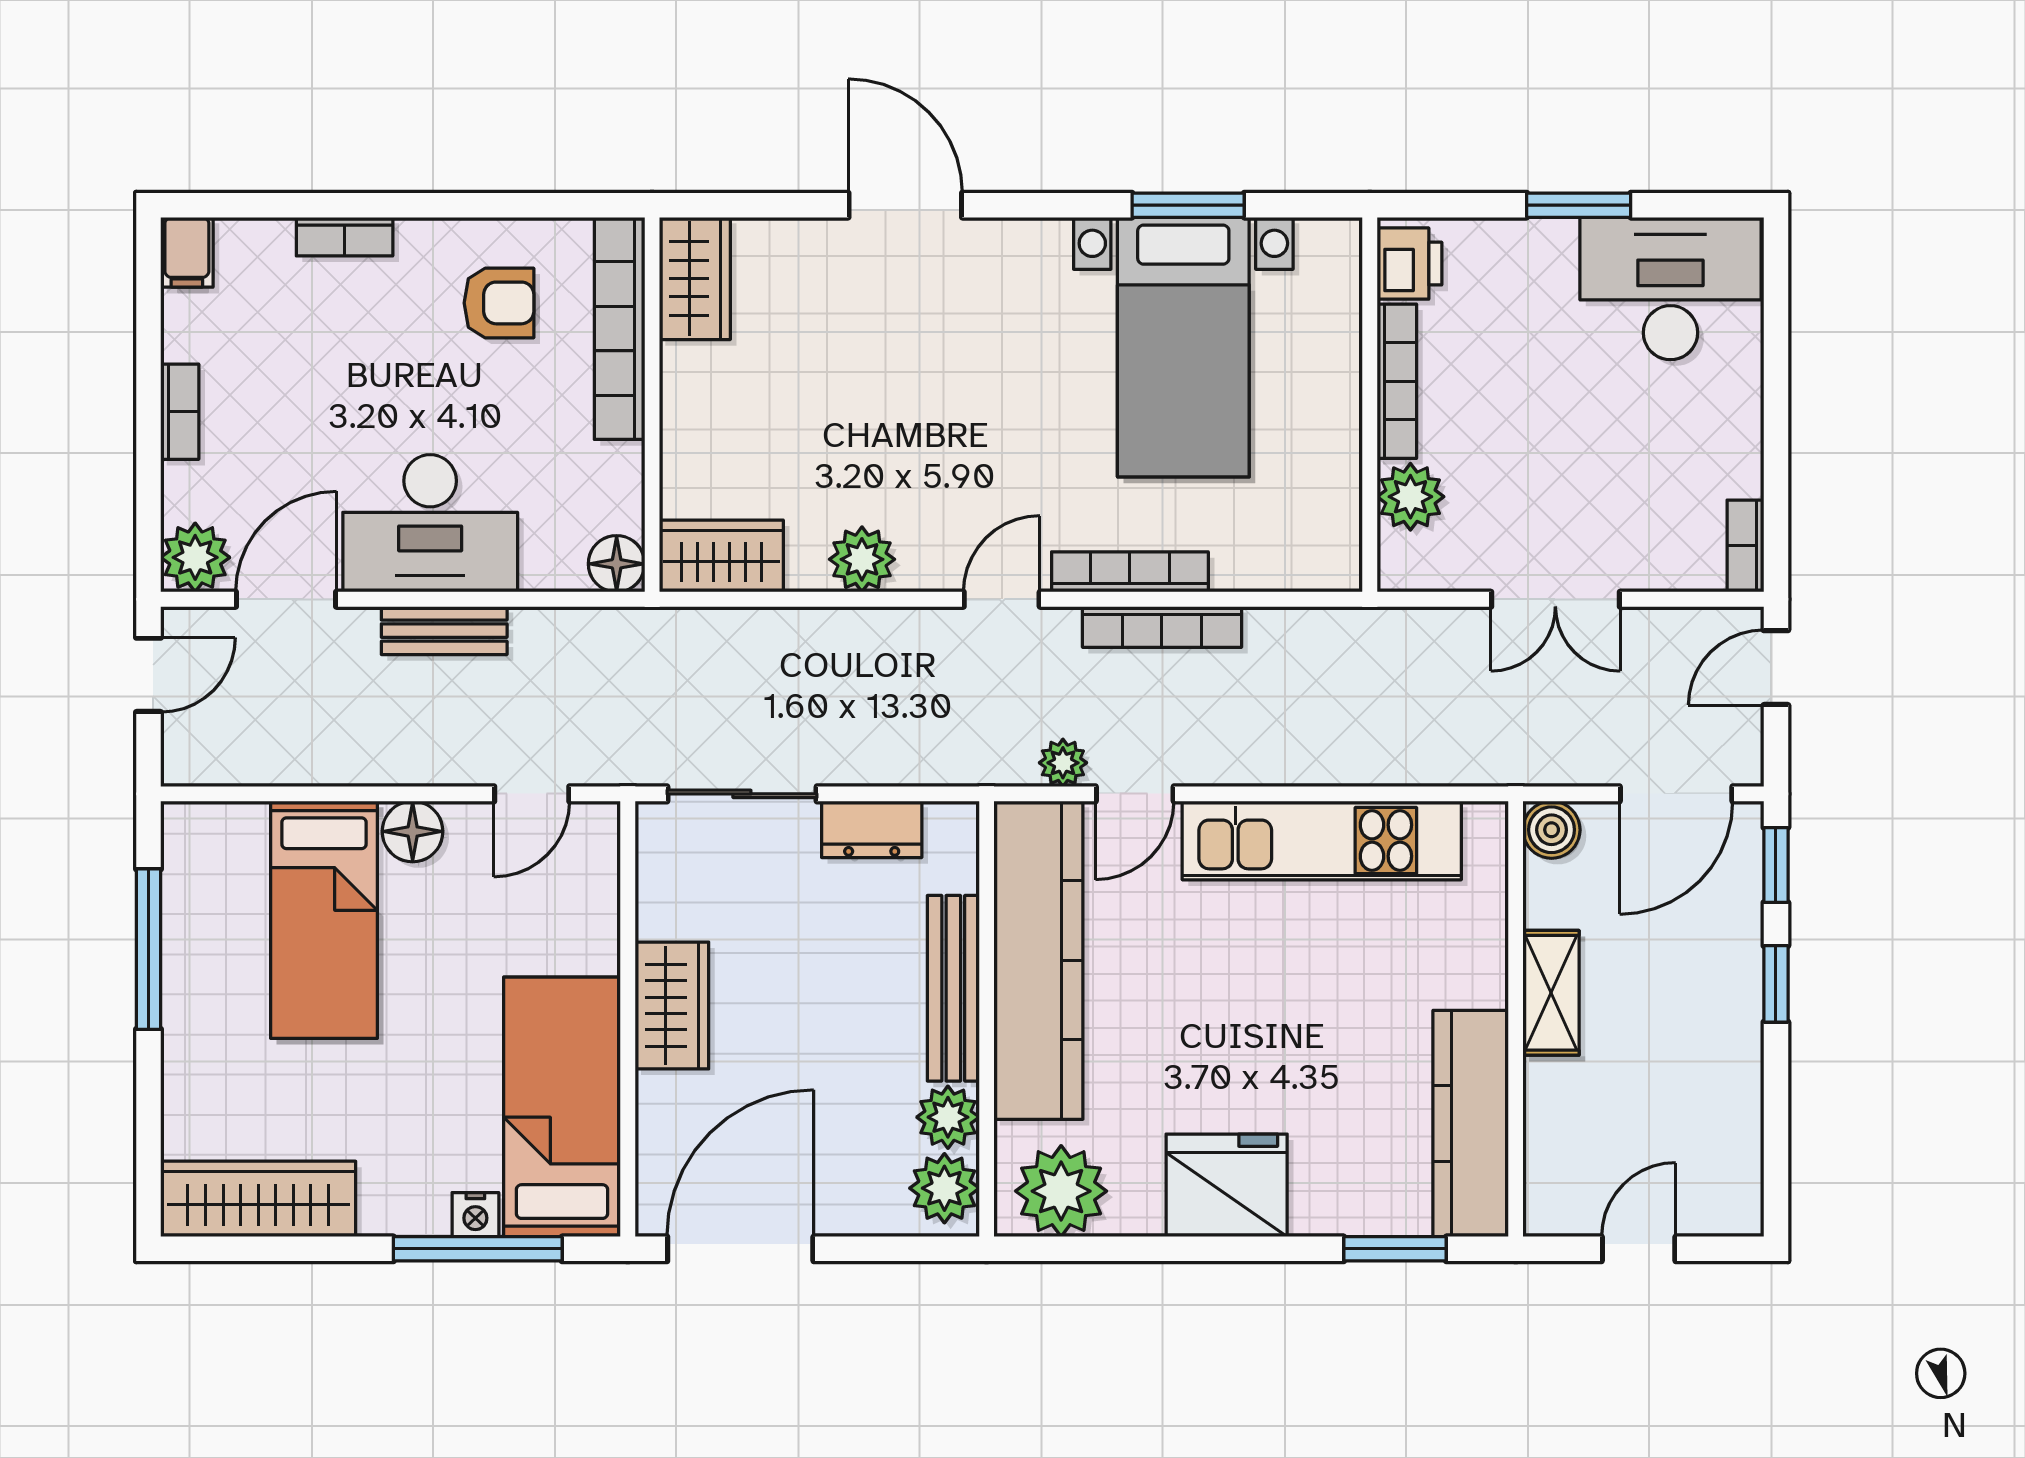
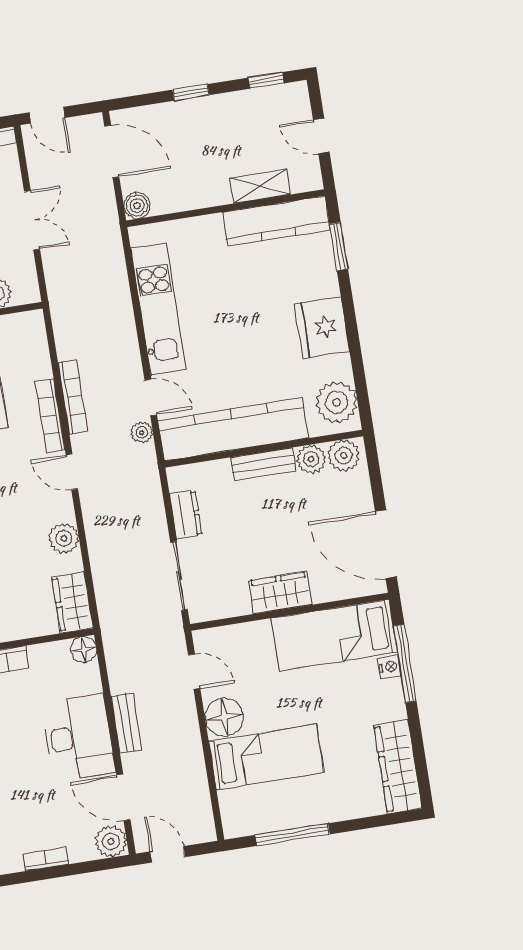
floor lamp: (413, 831) -> (224, 717), width x1.38, depth x1.38
window: (1776, 865) -> (266, 80), moved
bench: (953, 988) -> (263, 464), width x0.73
shelving: (1551, 993) -> (260, 186), moved

